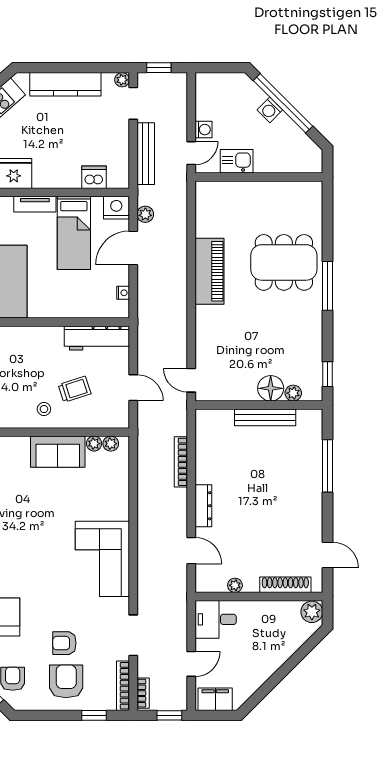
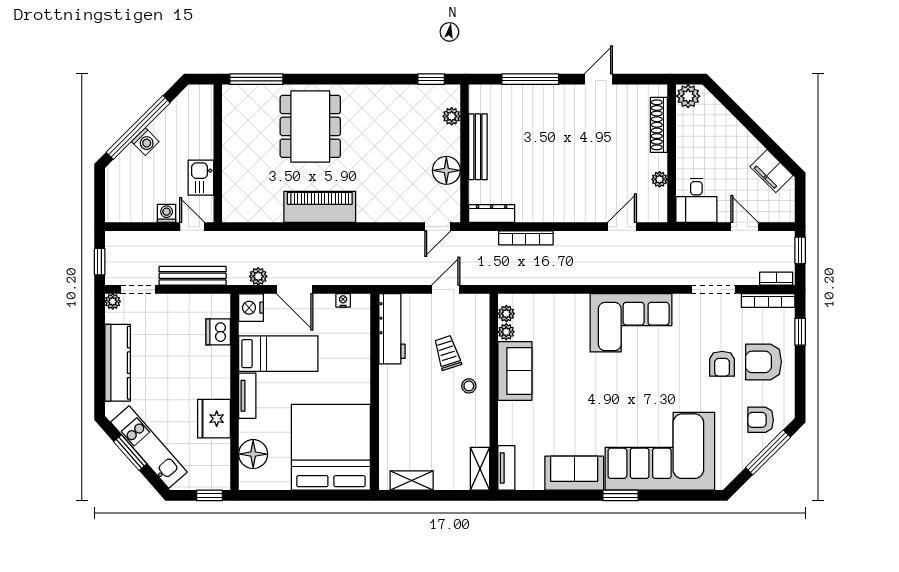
window: (328, 286) -> (256, 79), moved
floor lamp: (271, 388) -> (446, 170), moved
dresser: (203, 506) -> (492, 214), moved
door: (328, 555) -> (598, 79), moved
filing cabinet: (215, 699) -> (772, 171), moved, turned -45

